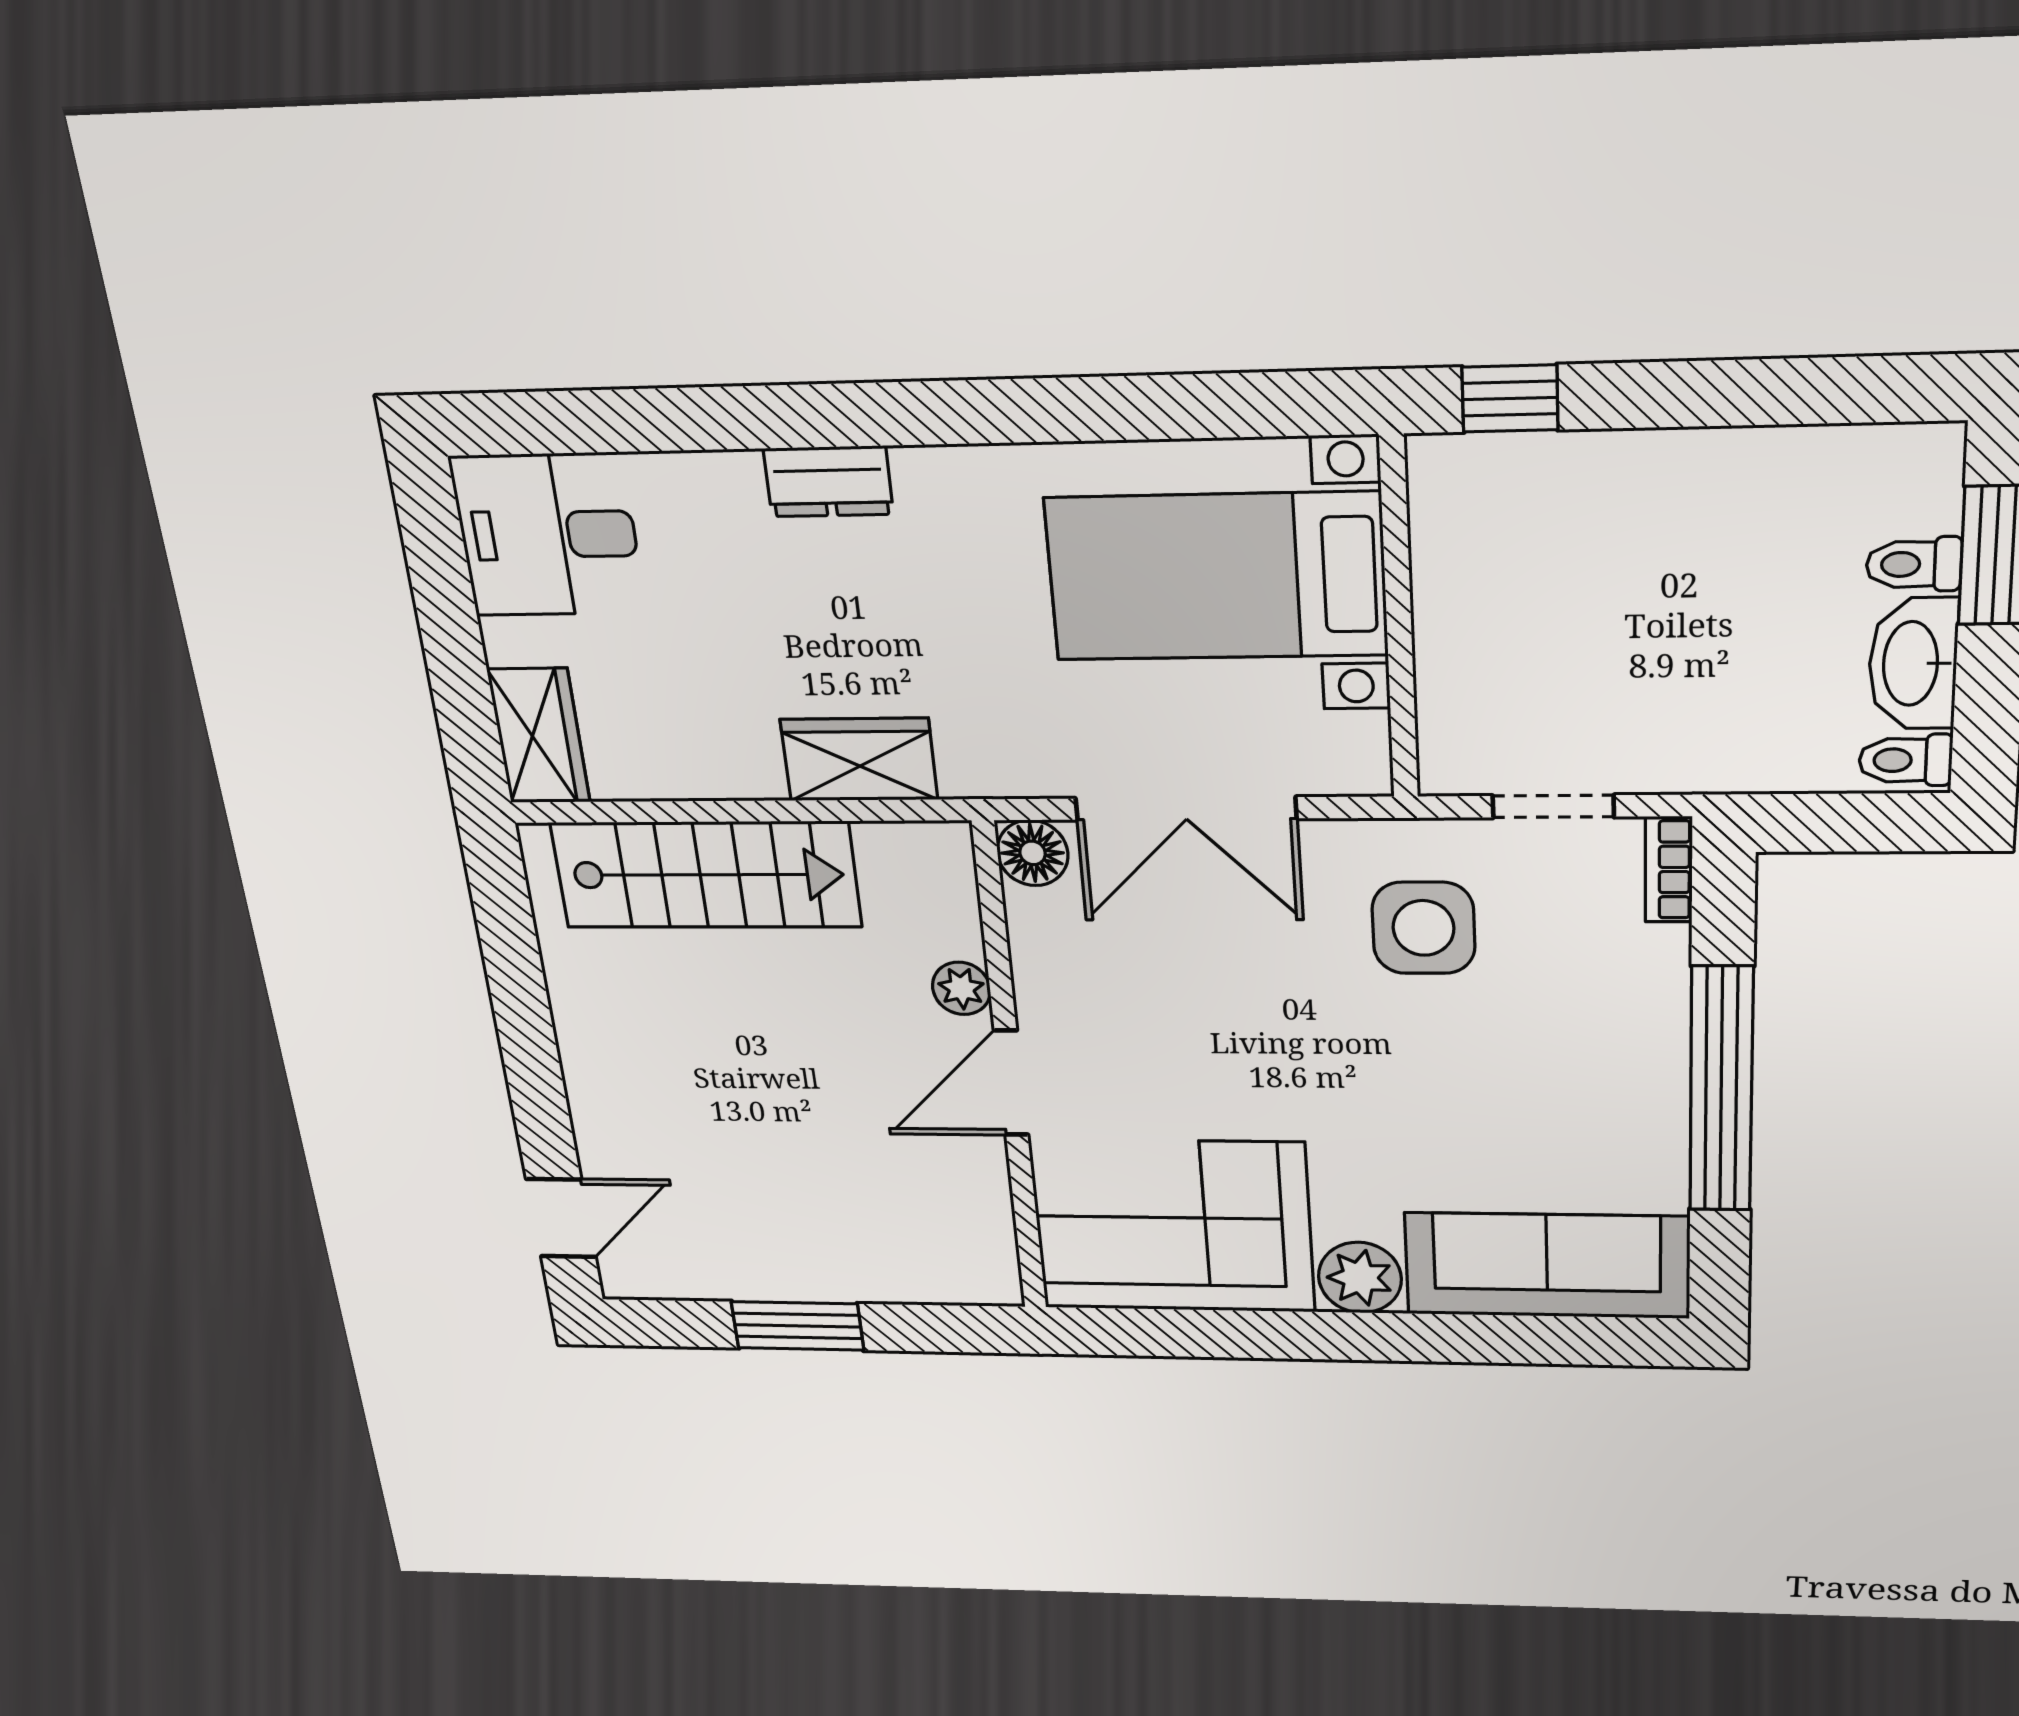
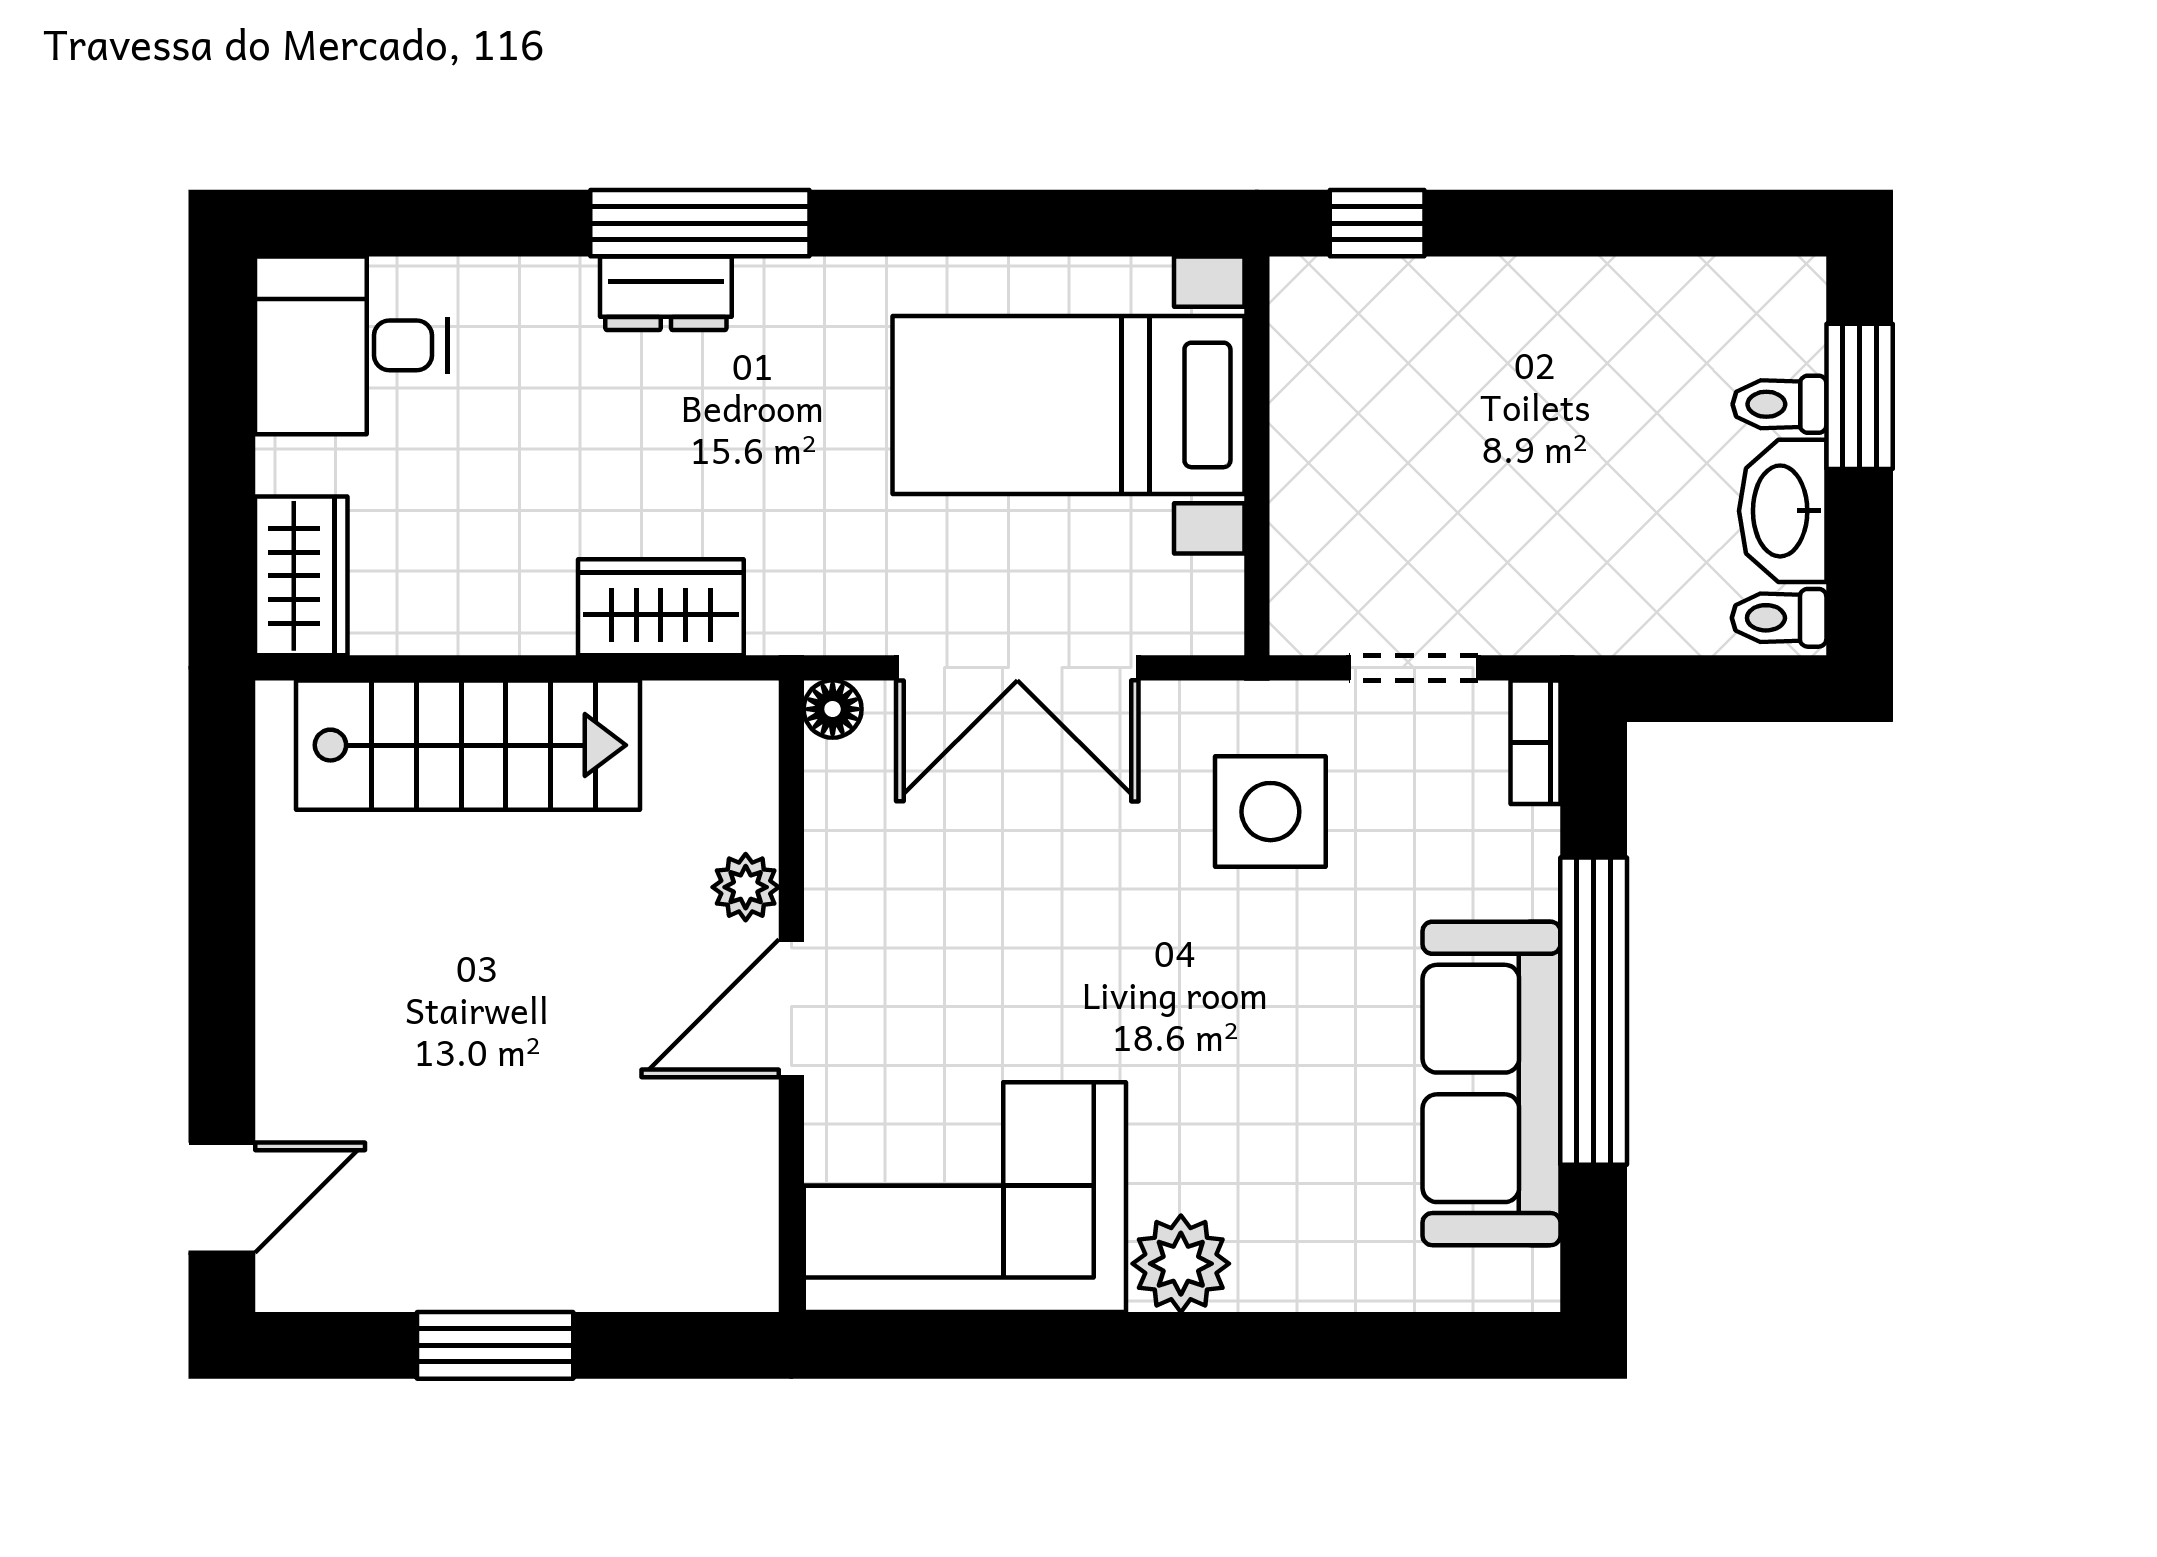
window: (852, 415) -> (700, 223), added
floor lamp: (1033, 853) -> (833, 709), width x0.73, depth x0.73
sofa: (1547, 1266) -> (1491, 1083), moved, turned -90

